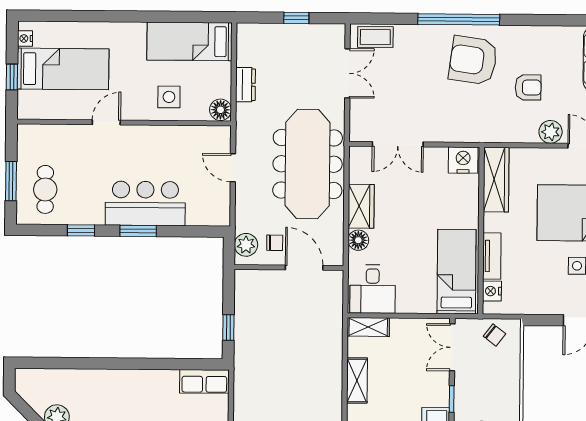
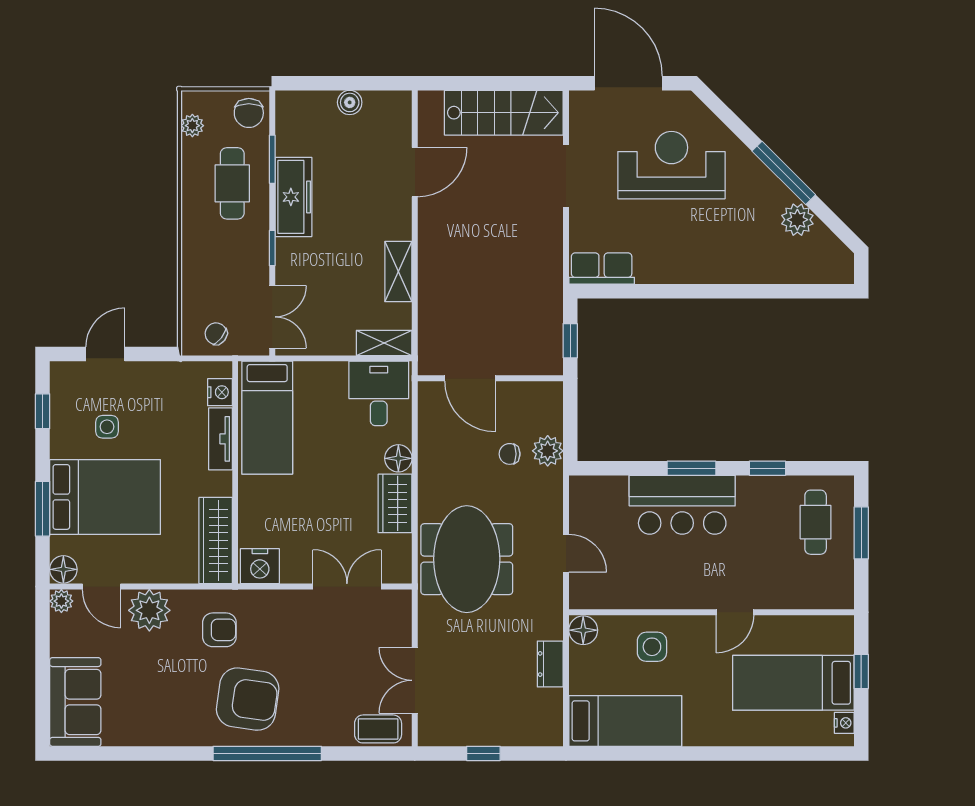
armchair: (528, 87) -> (219, 630), moved, turned 180
plant: (551, 132) -> (149, 610), width x1.36, depth x1.36
meeting table: (308, 164) -> (467, 559), width x0.73
wall: (289, 268) -> (490, 378), moved
door: (304, 268) -> (470, 378), moved

